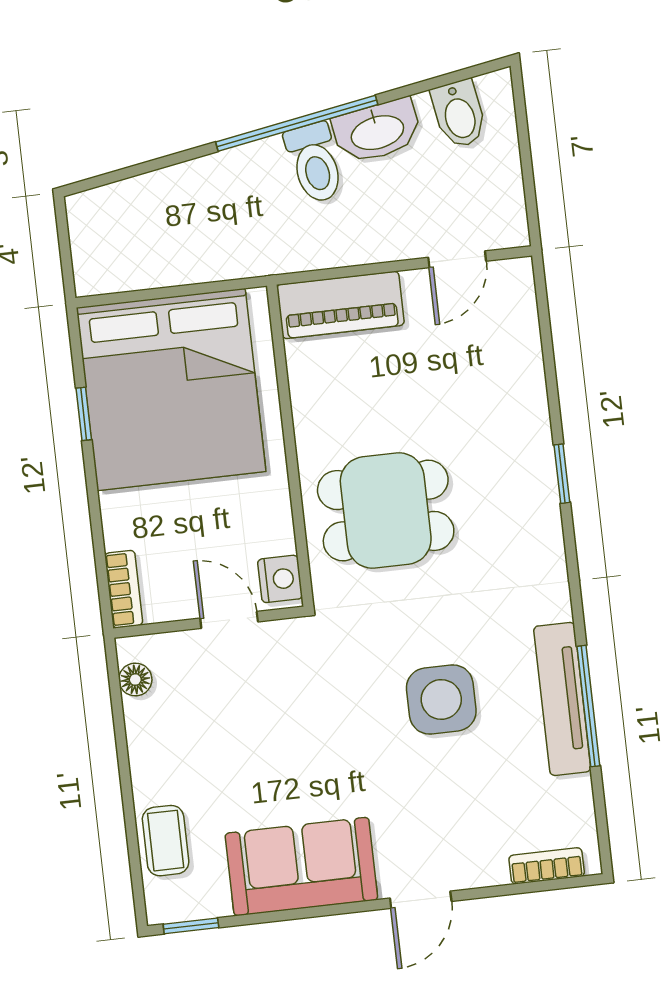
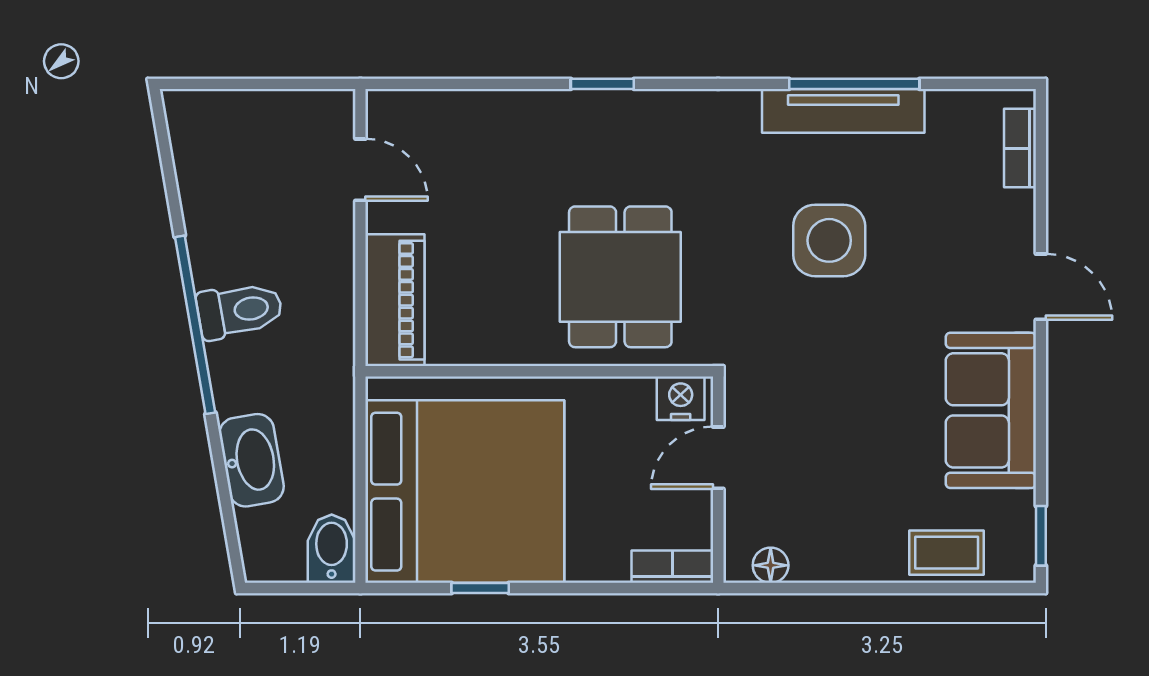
bidet: (459, 114) -> (332, 549), moved, turned -80
washbasin: (377, 131) -> (252, 460), moved

